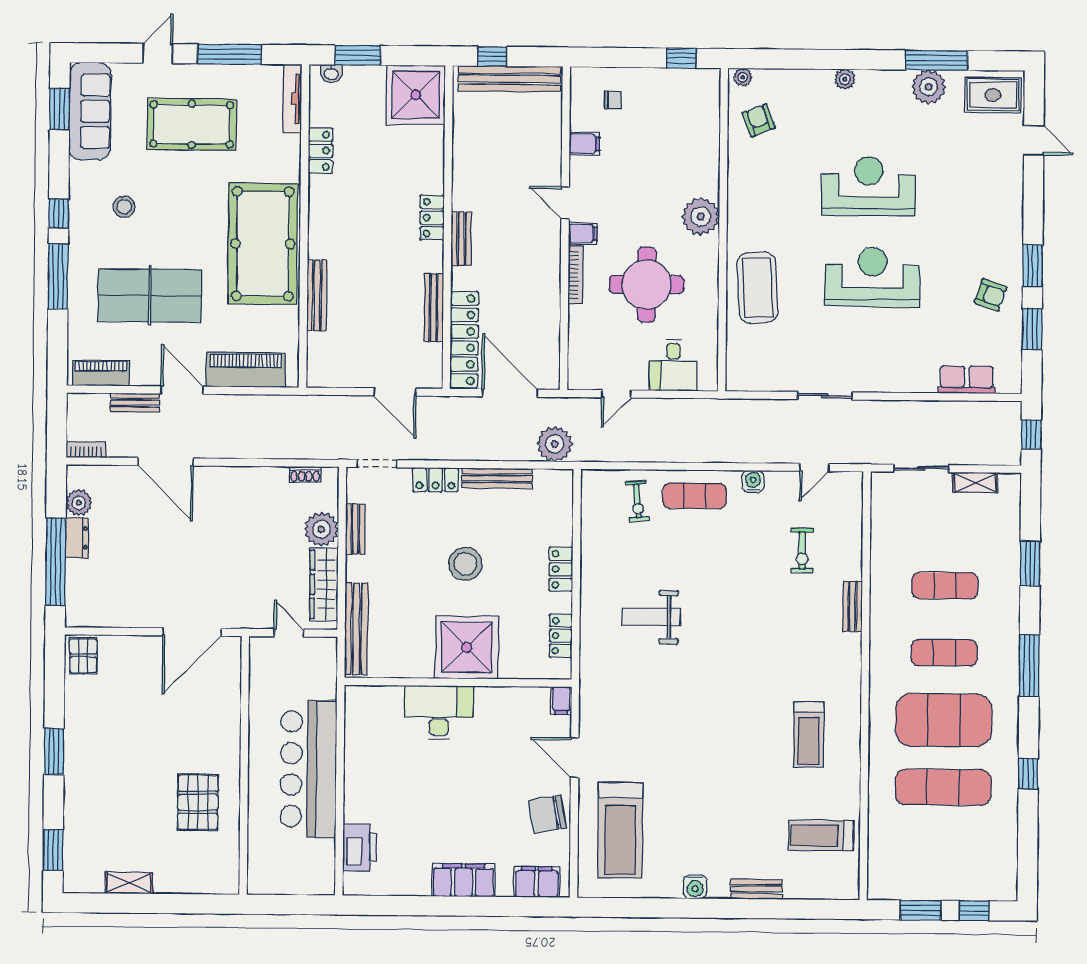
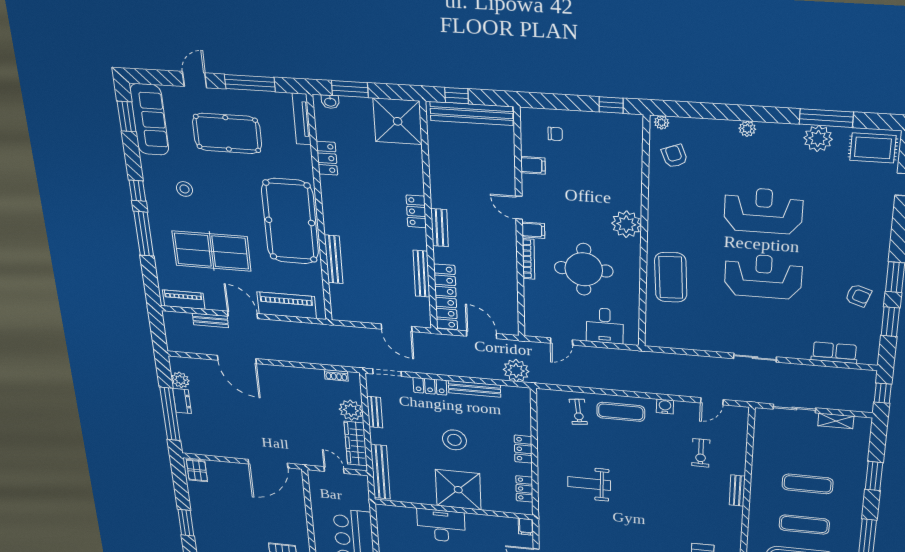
door: (510, 393) -> (482, 335), width x0.73
sliding door: (825, 396) -> (755, 358), moved
bookcase: (86, 450) -> (180, 347), removed

